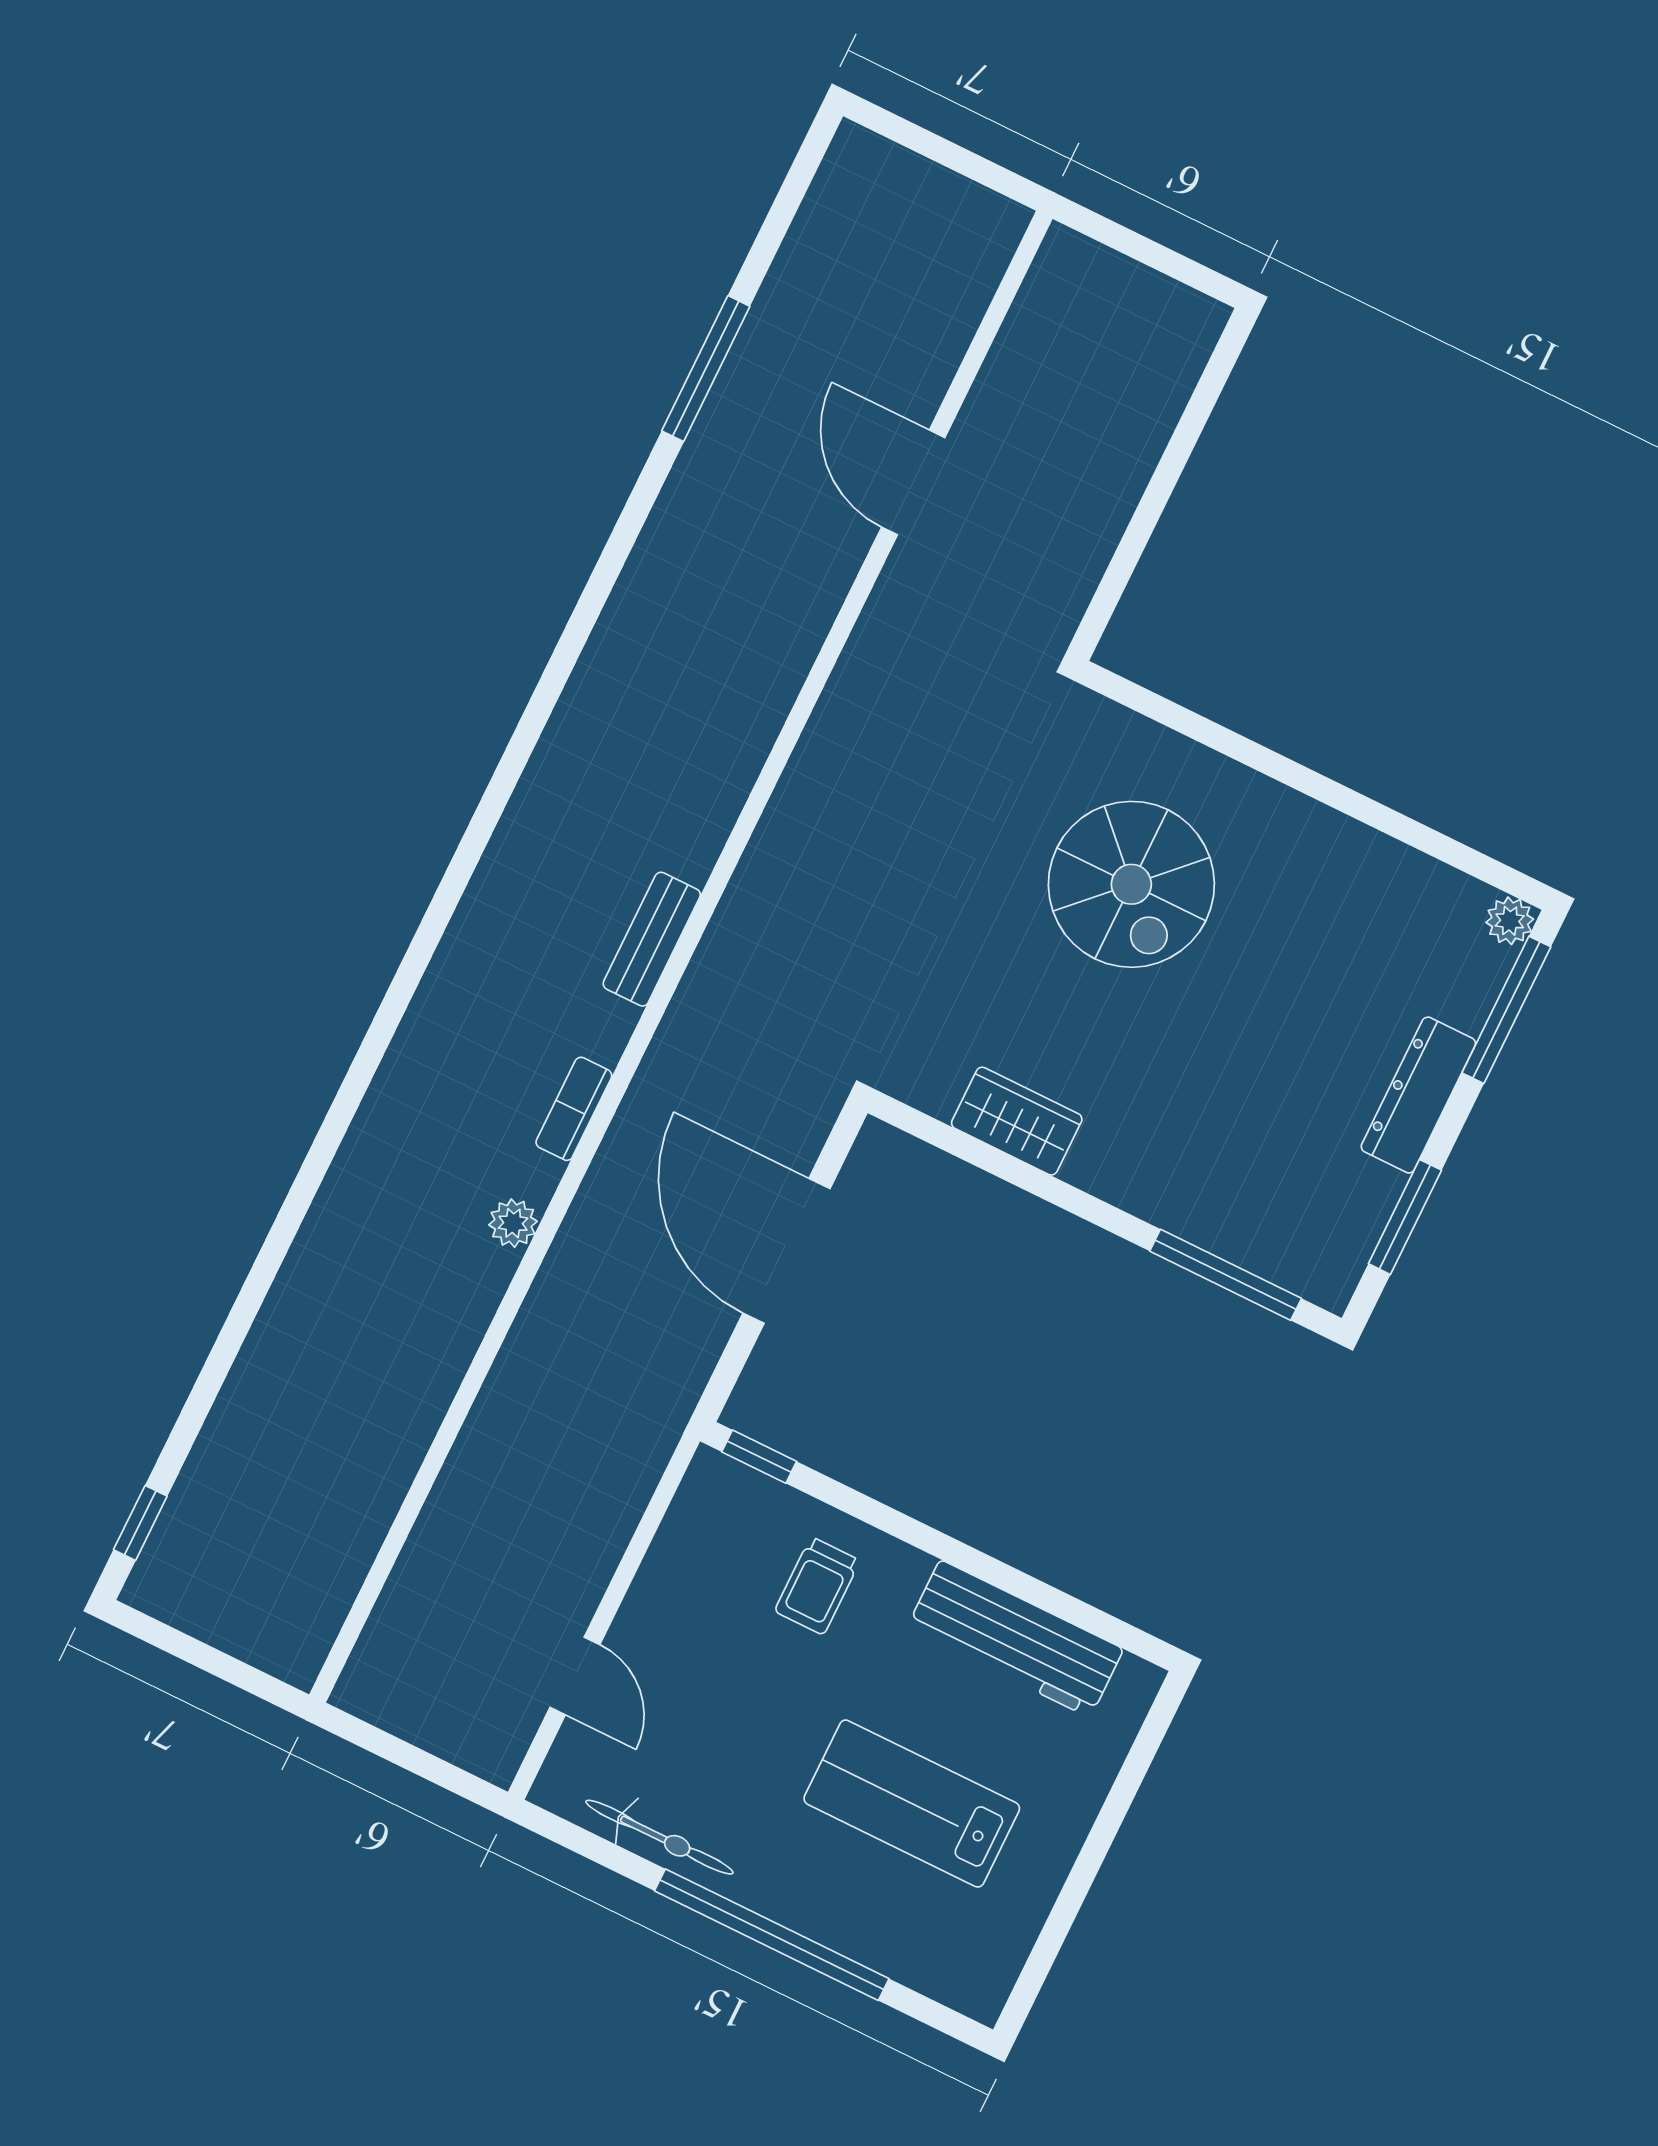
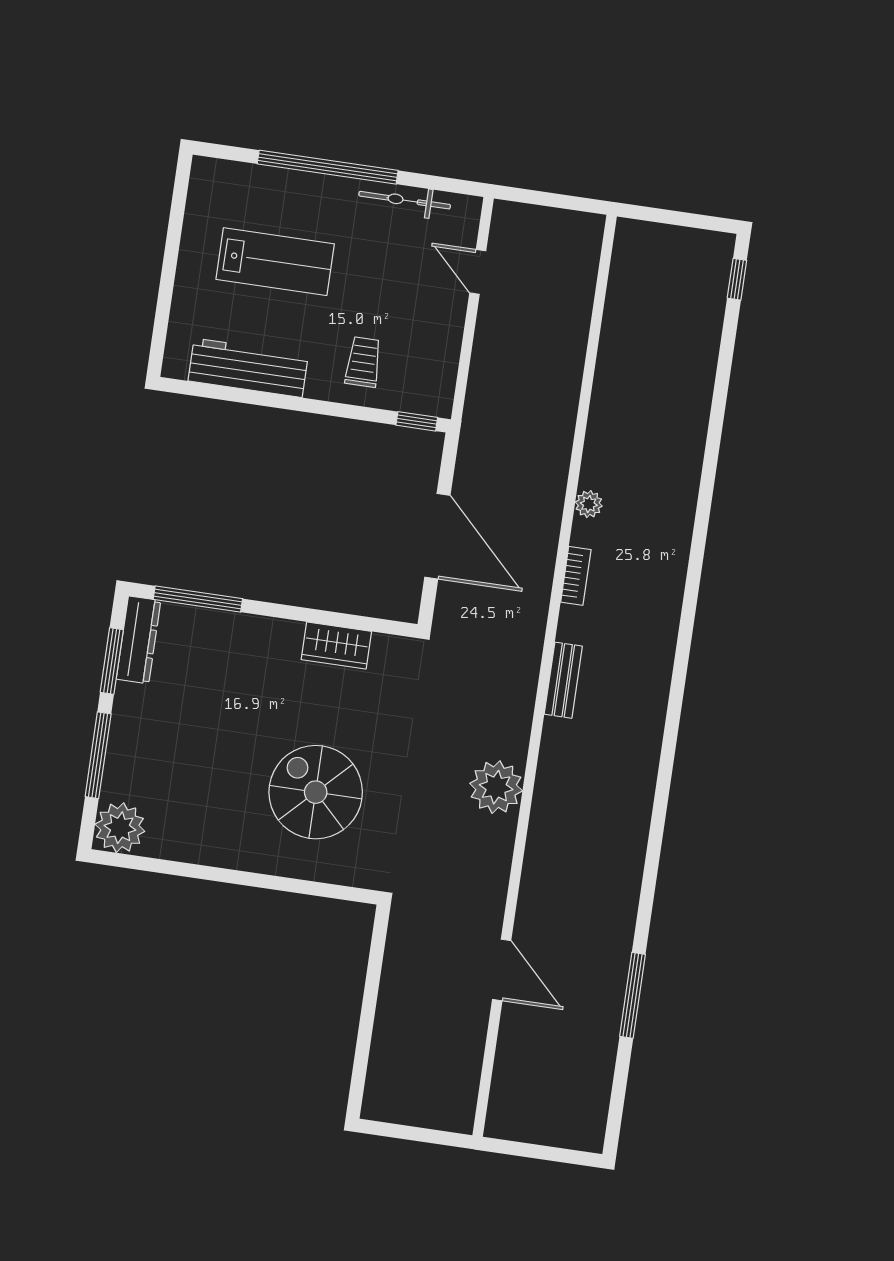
plant: (823, 795) -> (496, 787), added
plant: (1510, 921) -> (120, 828), width x1.88, depth x1.88
window: (1506, 1010) -> (98, 755), moved
dresser: (1418, 1095) -> (138, 640), moved

